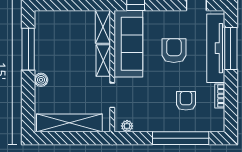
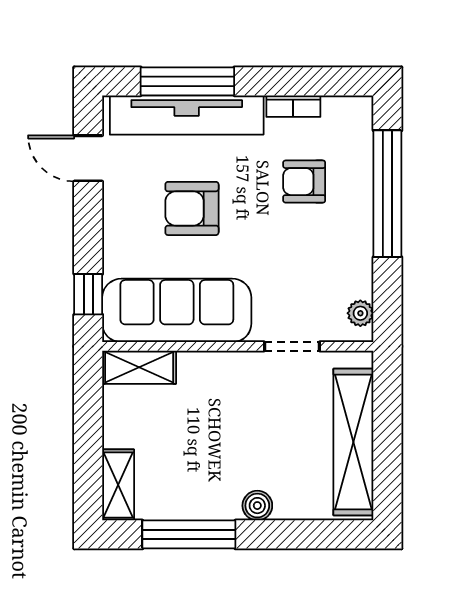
shelving: (103, 61) -> (118, 485), moved, turned 90

